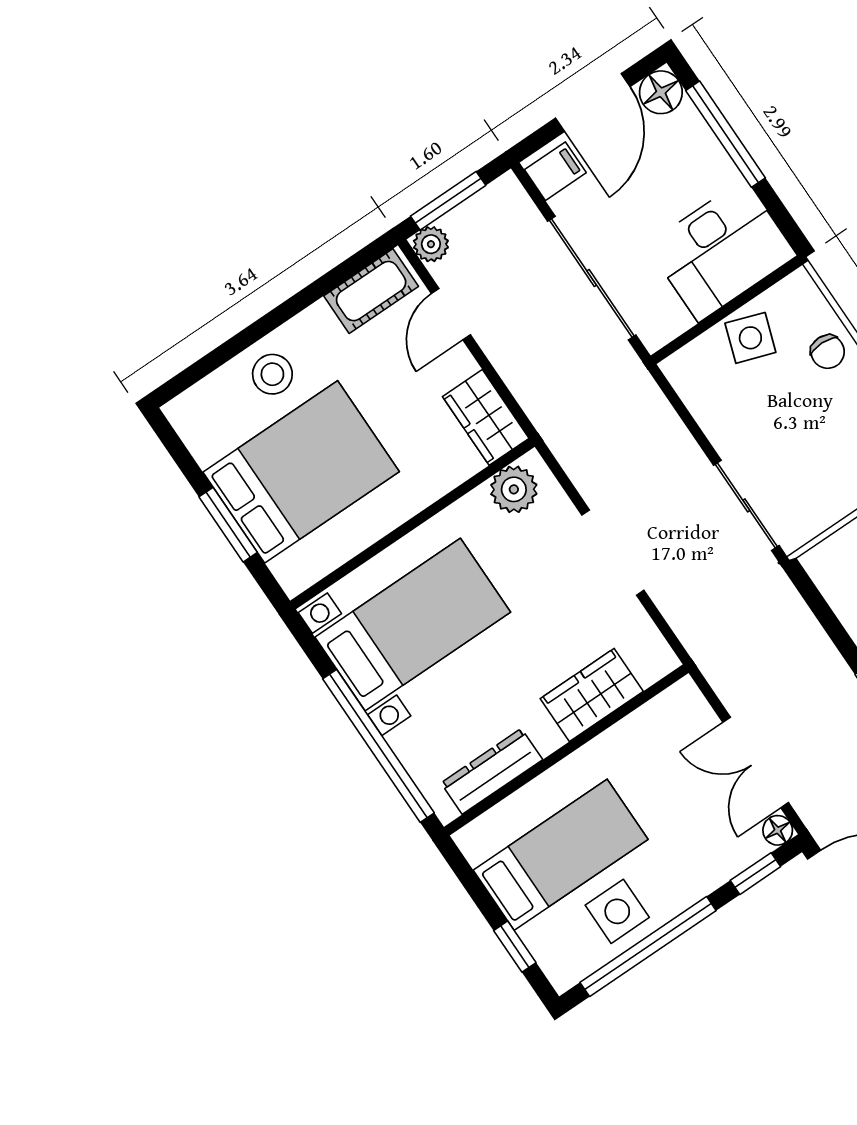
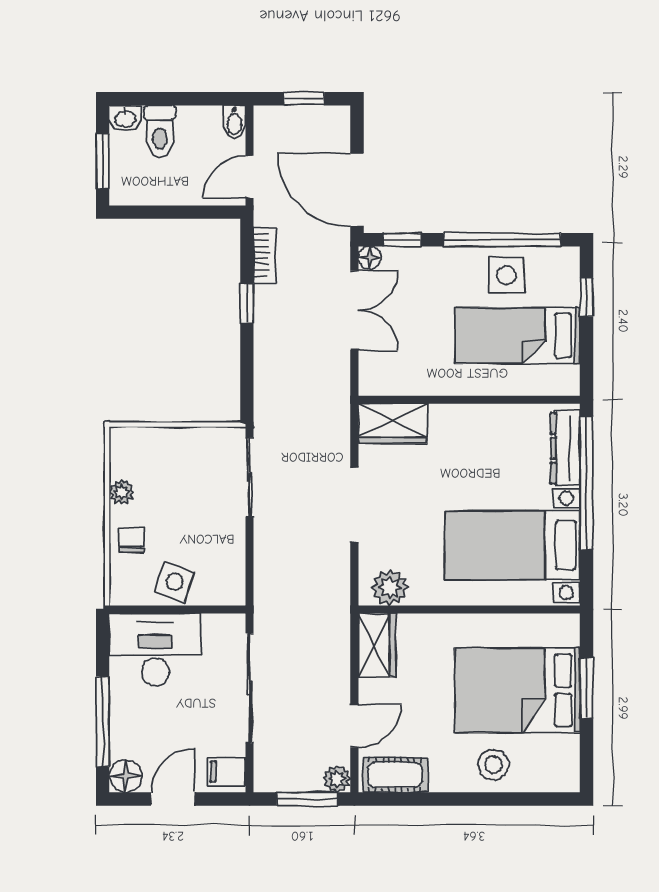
door: (593, 102) -> (173, 799), width x0.73
wardrobe: (592, 695) -> (393, 424), moved
dresser: (492, 771) -> (565, 448), moved, turned 90

